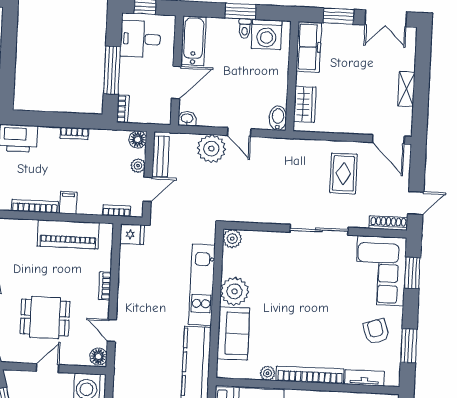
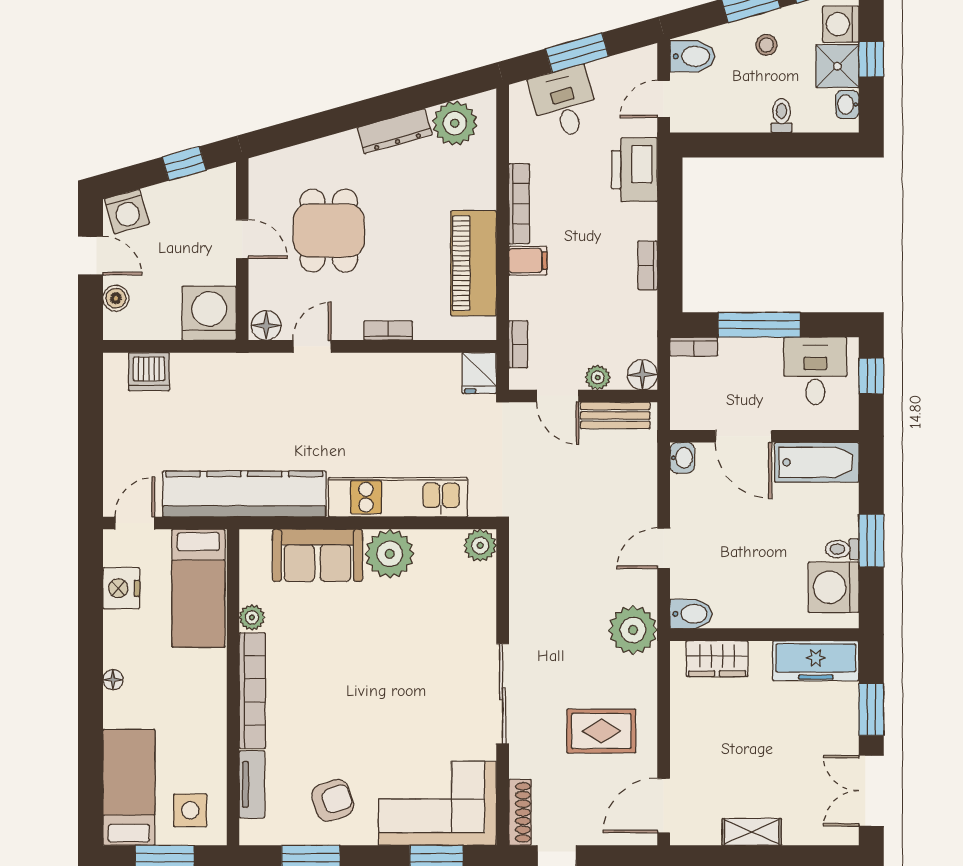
plant: (211, 149) -> (633, 630), moved

